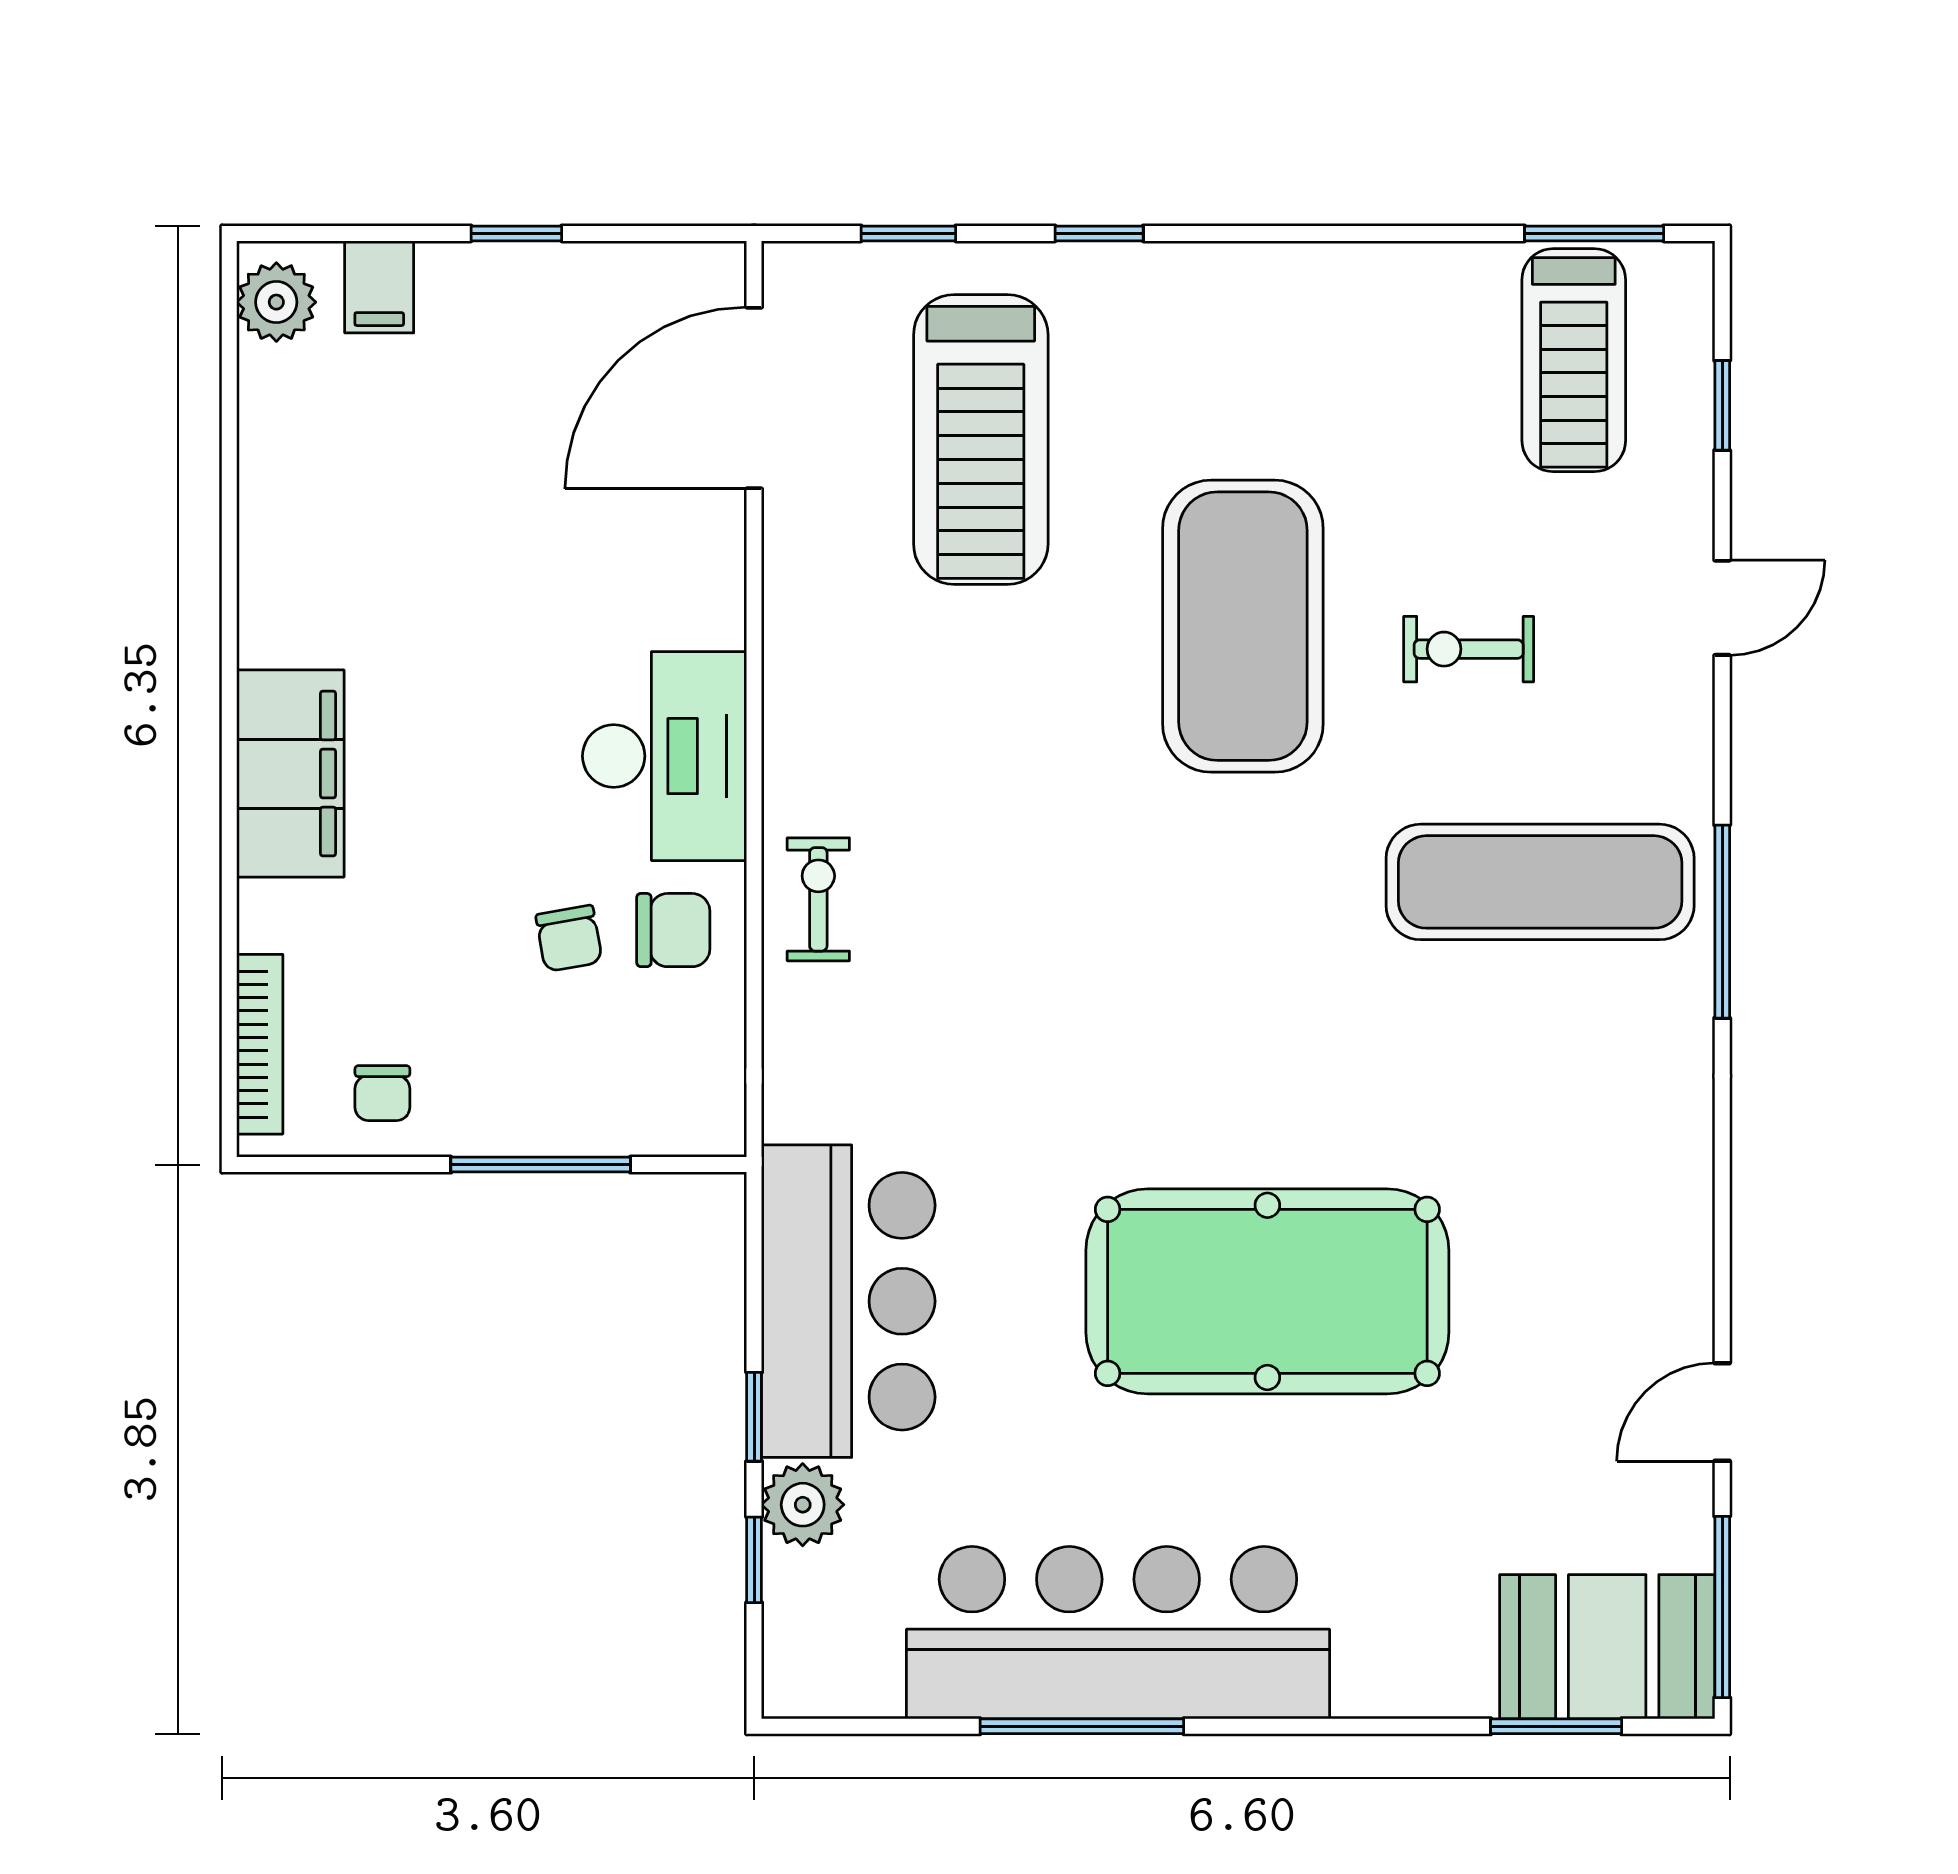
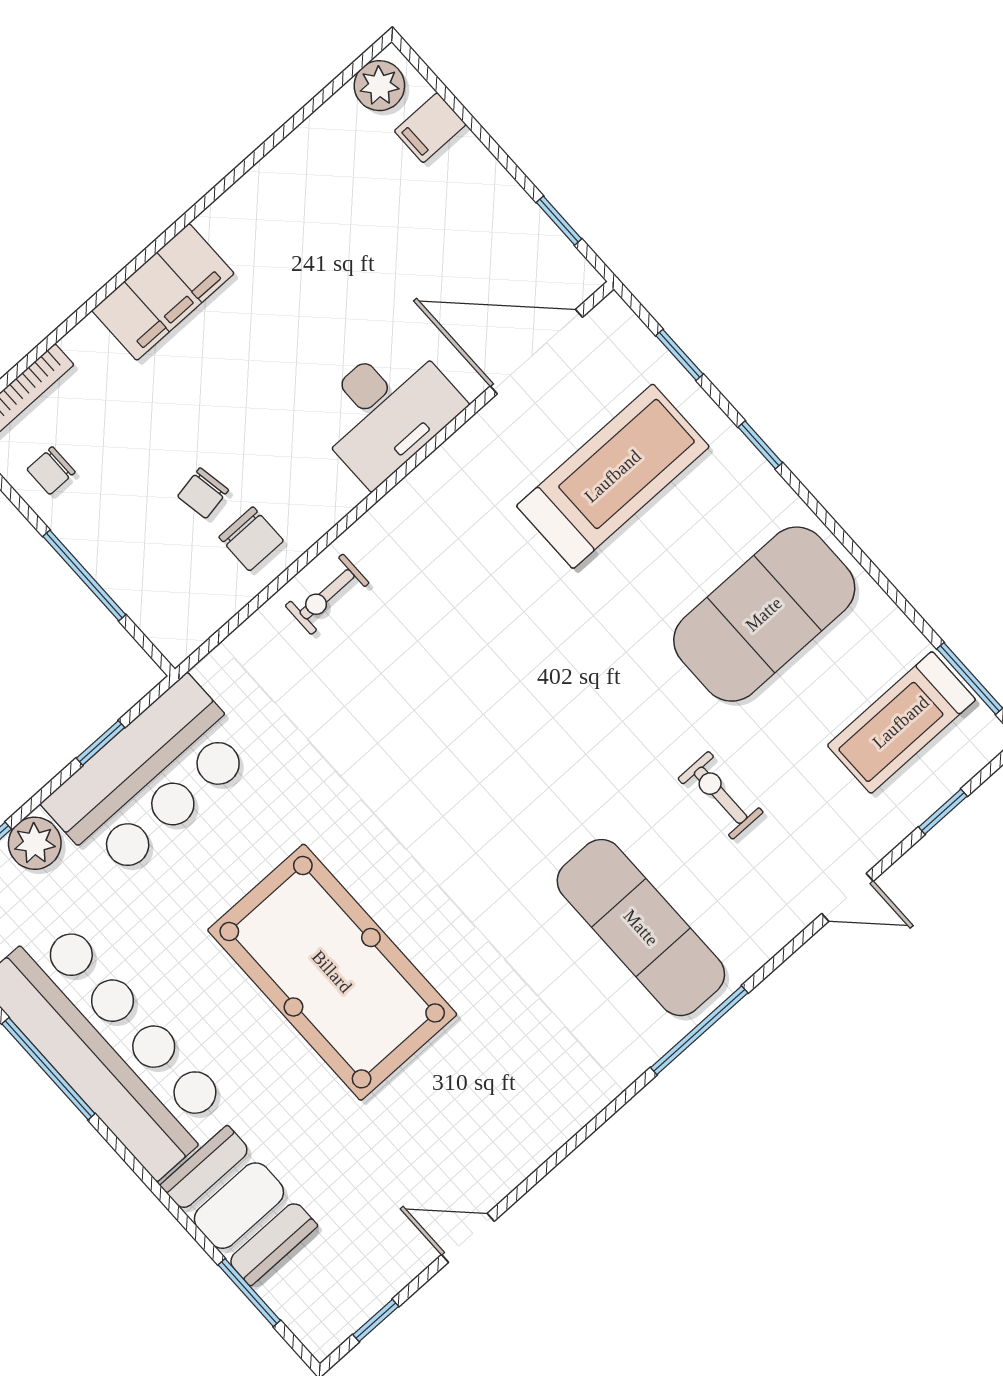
window: (516, 233) -> (559, 221), moved
treadmill: (981, 439) -> (613, 476), turned 180
exercise mat: (1243, 626) -> (764, 614), moved
desk: (665, 756) -> (386, 410), moved
exercise bike: (818, 899) -> (327, 594), turned 180
window: (754, 1417) -> (101, 743), moved
window: (1722, 1607) -> (376, 1321), width x0.46
booth: (1607, 1647) -> (239, 1206), moved

